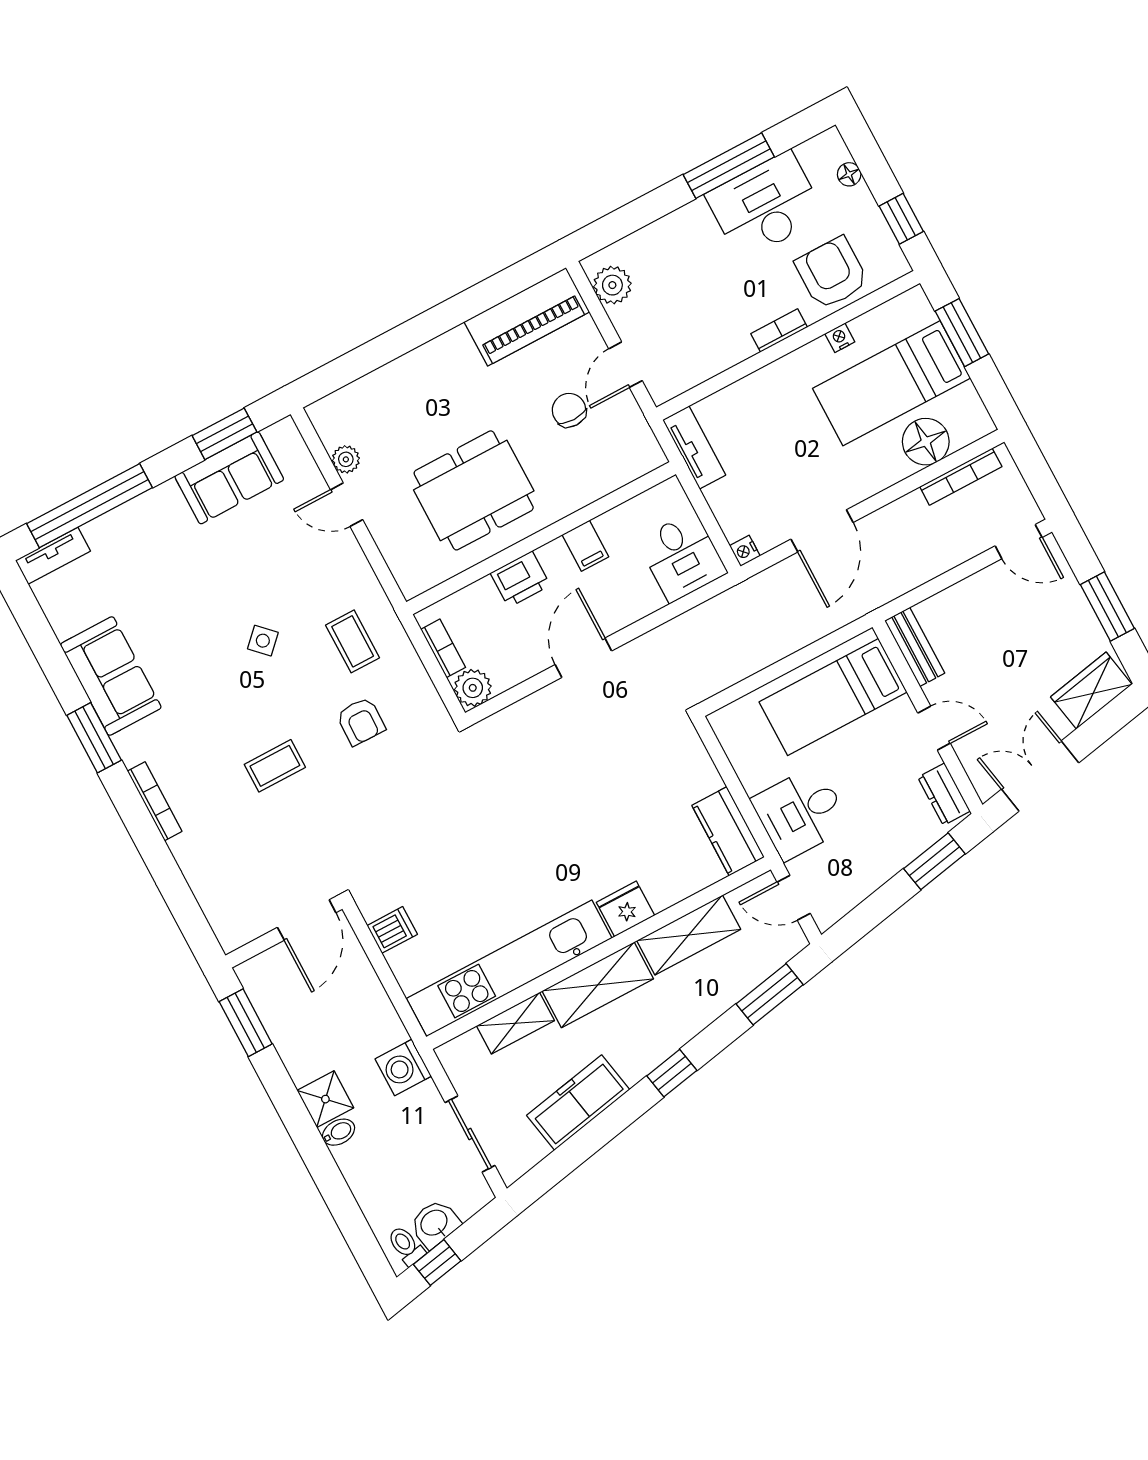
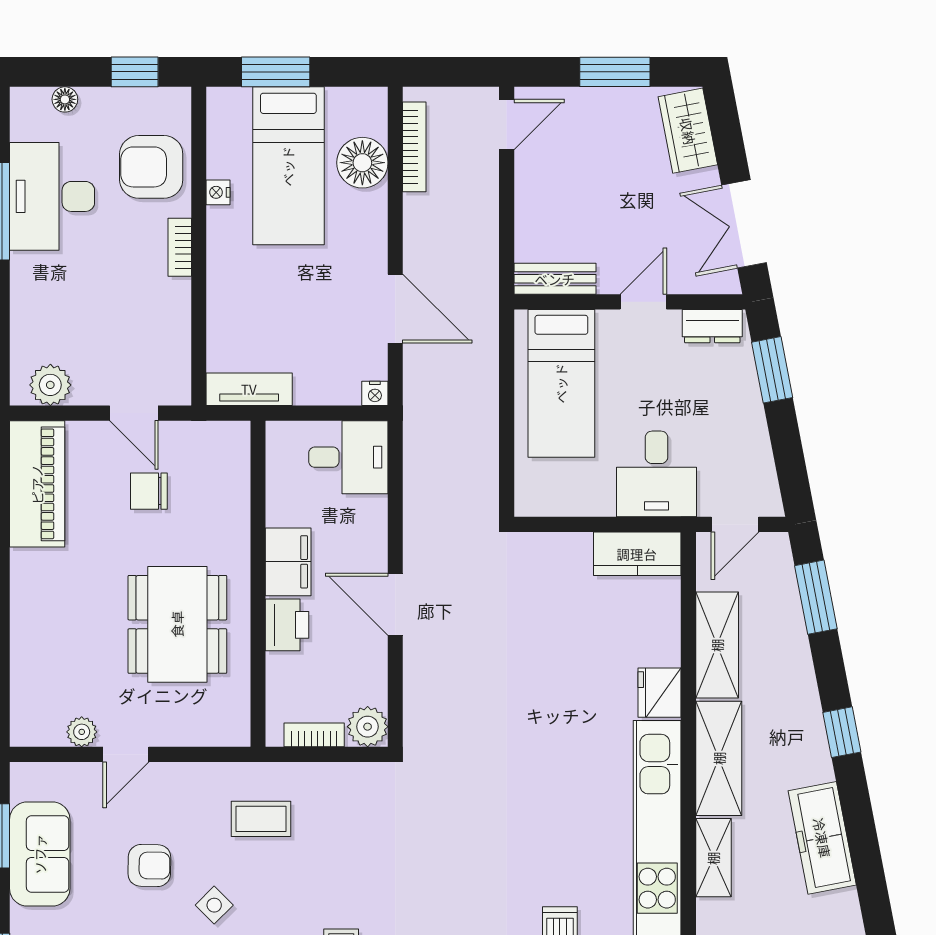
filing cabinet: (585, 546) -> (288, 562), width x2.00
armchair: (361, 721) -> (149, 865), moved

